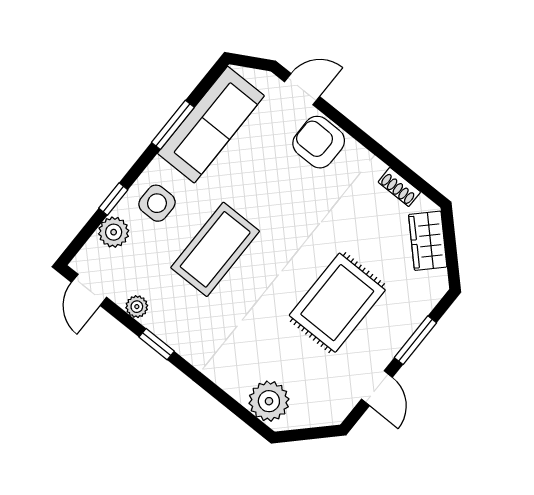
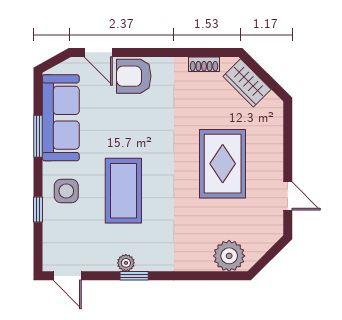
door: (302, 89) -> (98, 52), swing flipped
plant: (114, 232) -> (54, 229), removed
plant: (137, 307) -> (126, 263), moved
window: (415, 340) -> (288, 148), removed

